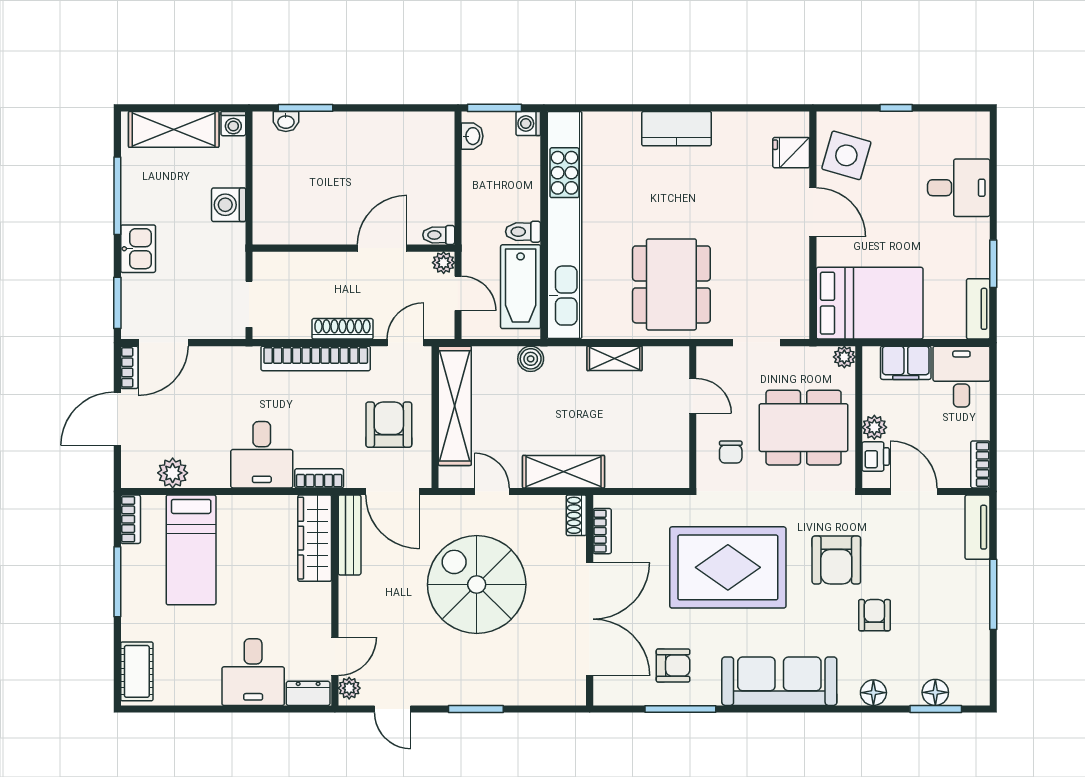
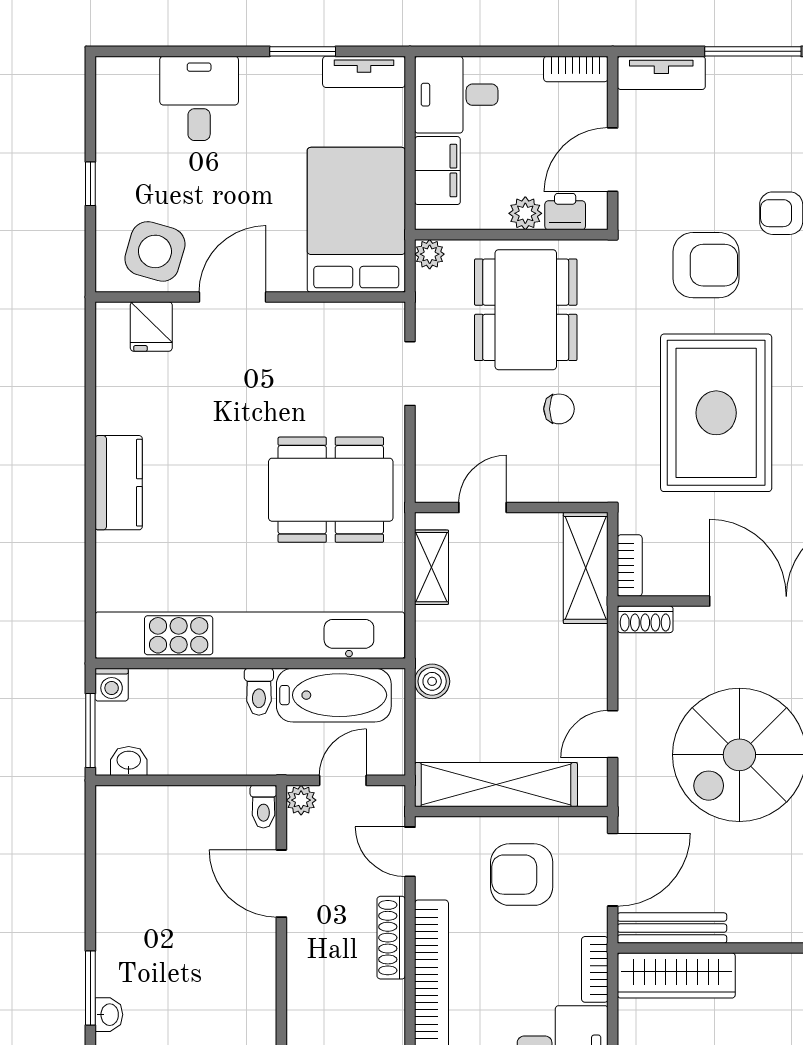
door: (693, 396) -> (483, 507), moved
wall: (693, 417) -> (511, 507), moved
shelving: (564, 472) -> (586, 568), moved
bookcase: (602, 531) -> (630, 566), moved, turned 90

